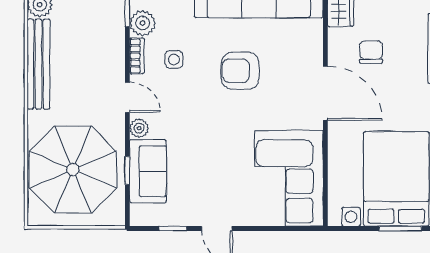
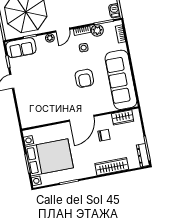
armchair: (240, 71) -> (84, 78), turned 180
sofa: (148, 171) -> (21, 48), moved
corner sofa: (289, 178) -> (40, 109), removed

